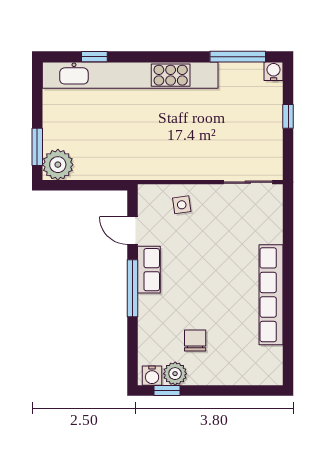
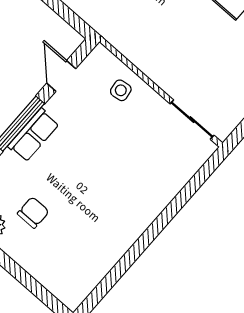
row of seats: (149, 270) -> (33, 135), moved
row of seats: (271, 295) -> (129, 230), removed

